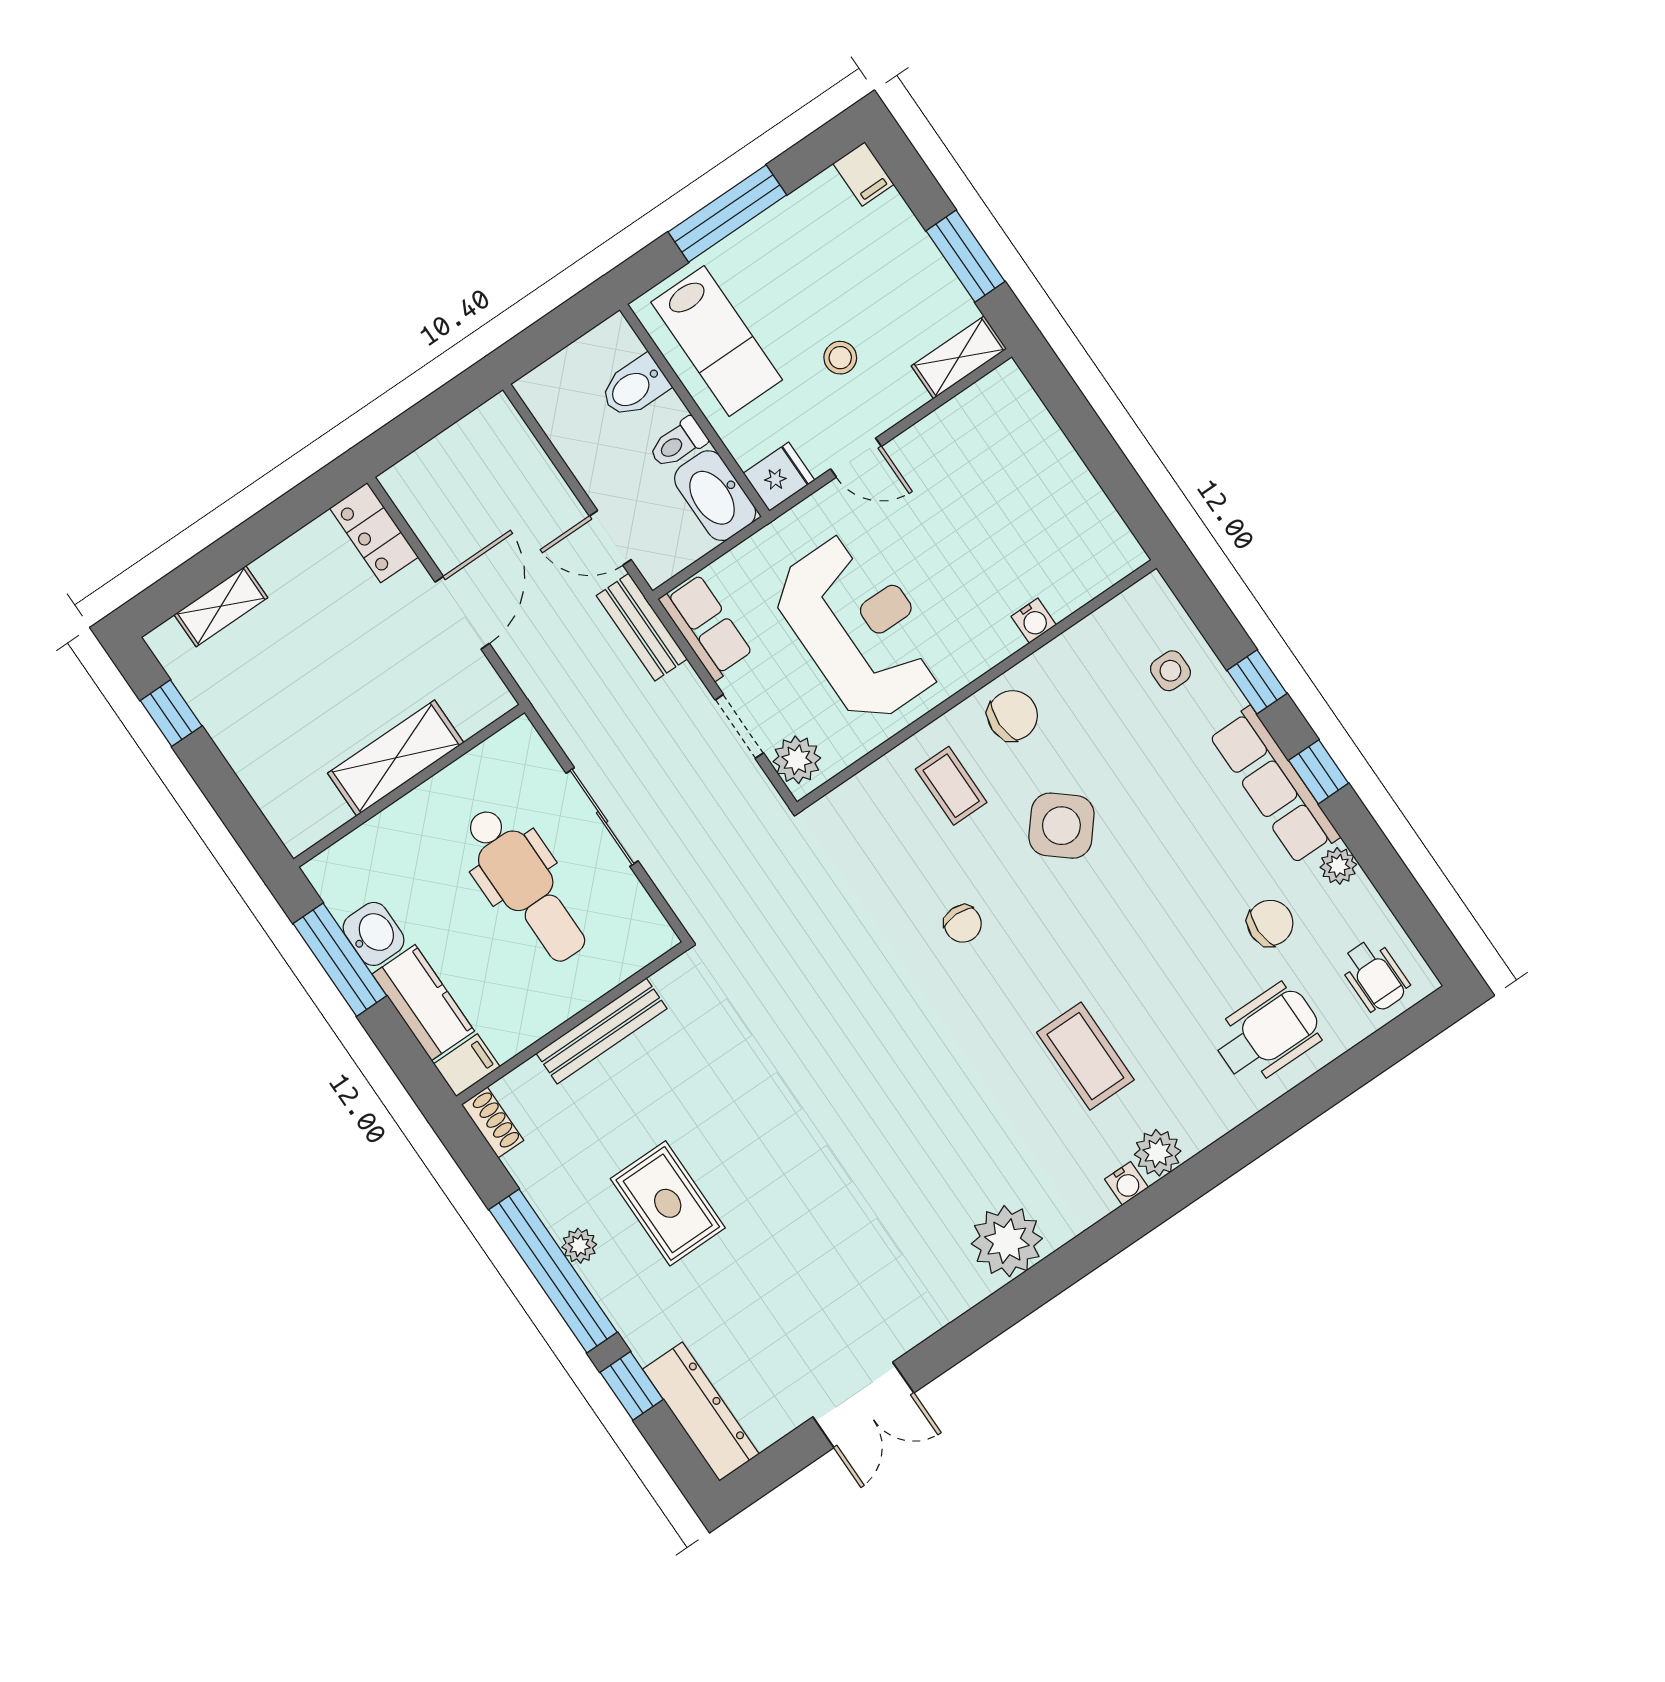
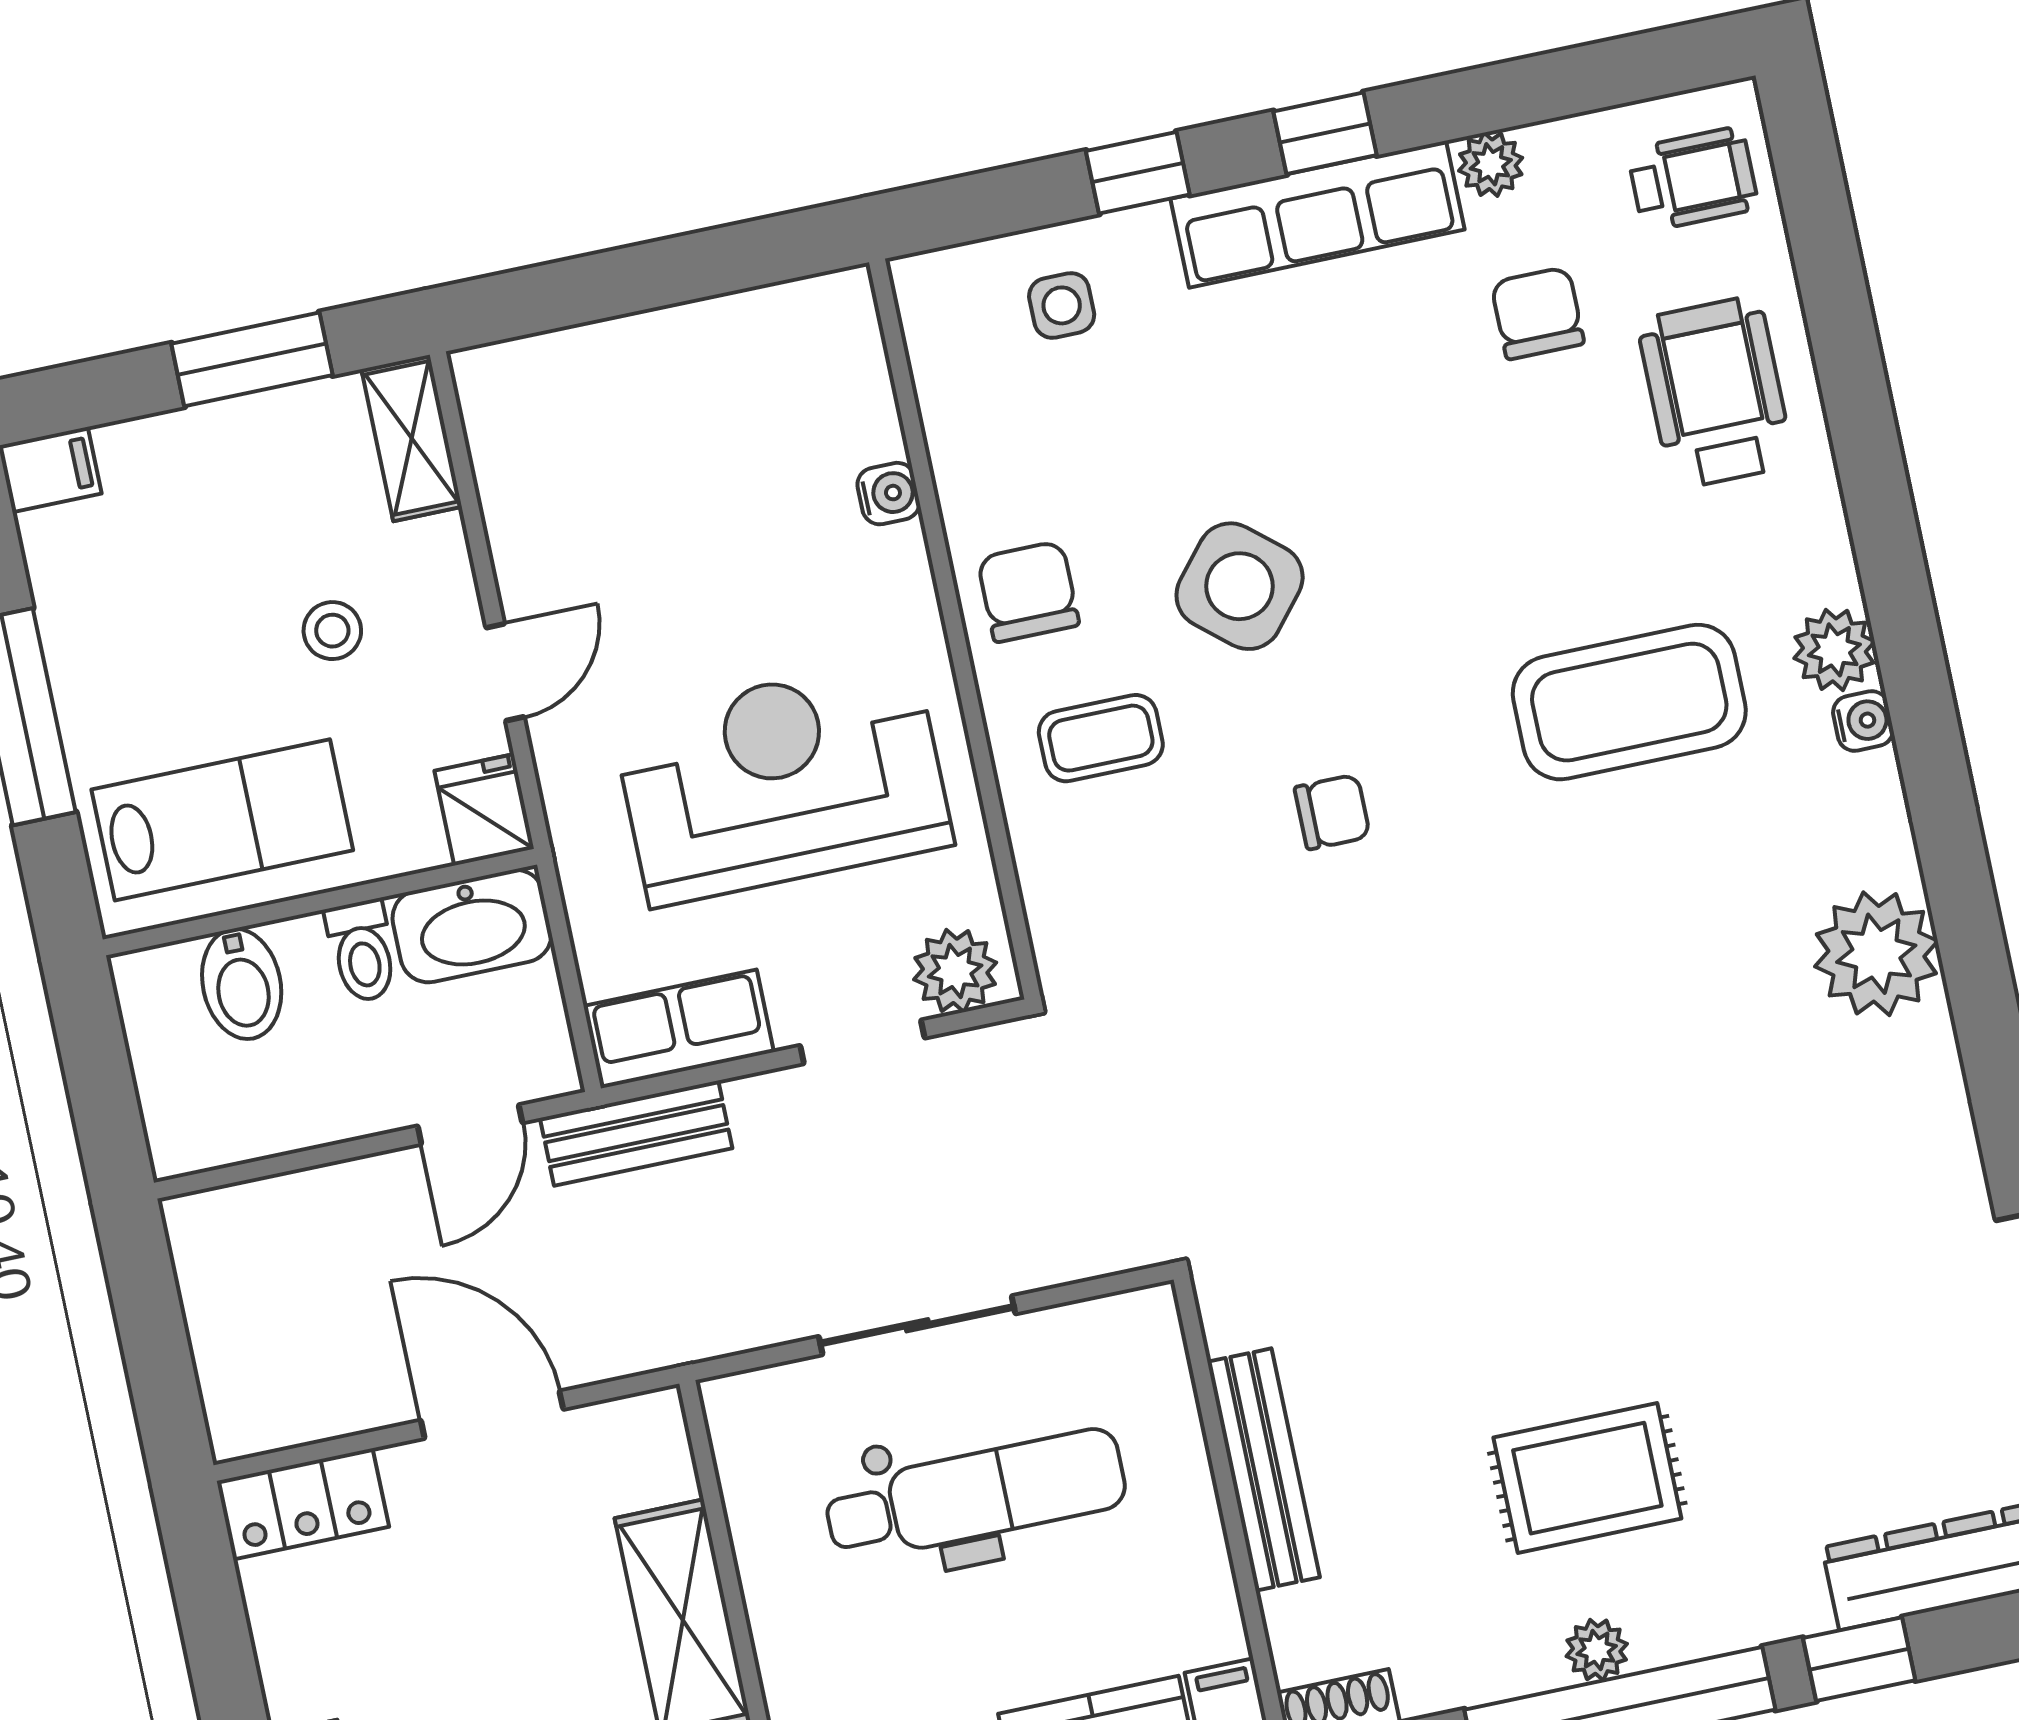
coffee table: (1085, 1056) -> (1629, 702), width x1.36, depth x1.32

